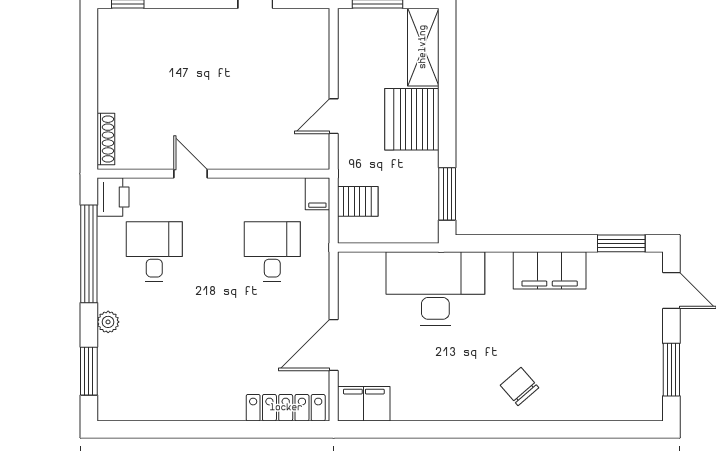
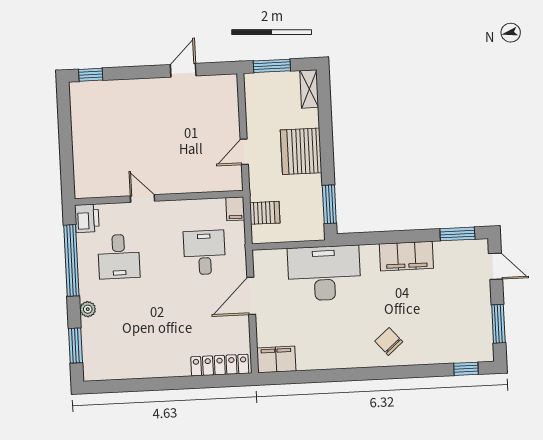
shelving: (423, 47) -> (309, 89), width x0.67, depth x0.75
shoe rack: (106, 139) -> (80, 176), removed
desk: (154, 252) -> (119, 257), turned 180
door: (334, 345) -> (251, 296), moved
window: (624, 429) -> (466, 369), added

